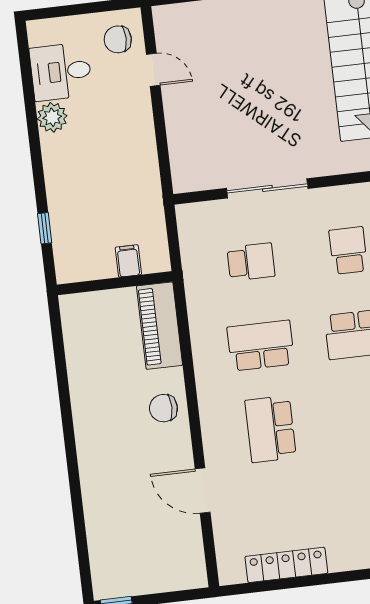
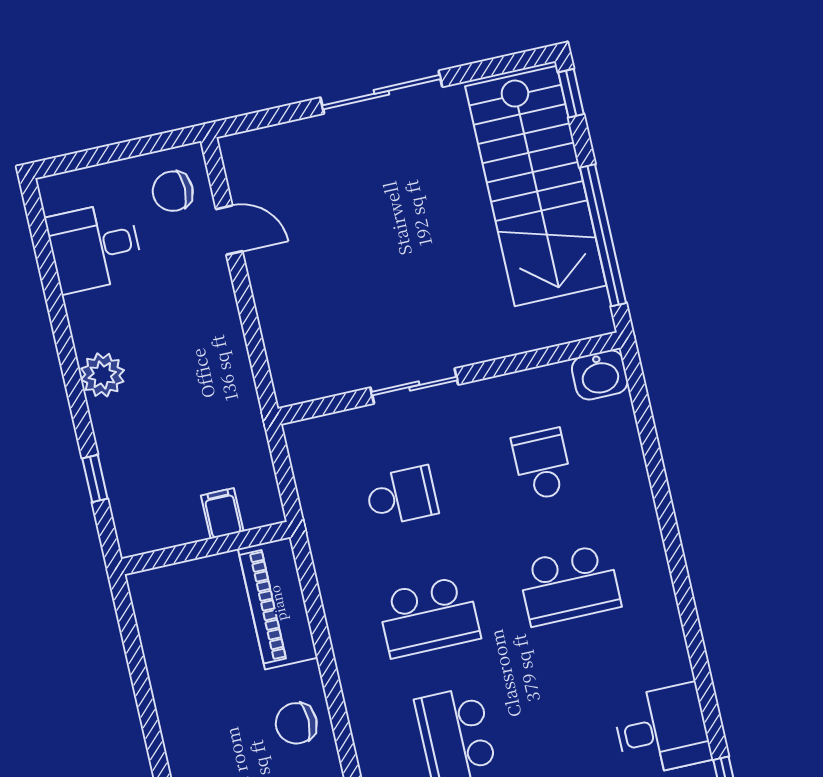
plant: (52, 117) -> (102, 375), moved
sliding door: (267, 188) -> (414, 386), width x0.73
school desk: (261, 346) -> (429, 617), turned 180

